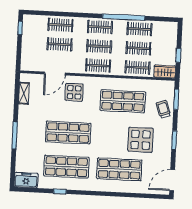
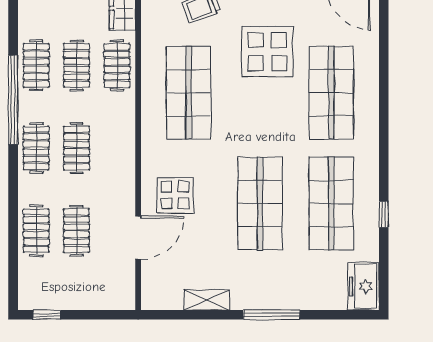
clothes rail: (98, 66) -> (117, 148), removed
door: (55, 73) -> (138, 237), hinge flipped
shelving: (24, 93) -> (207, 300), moved

